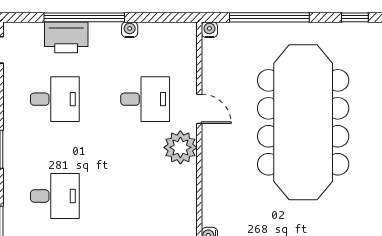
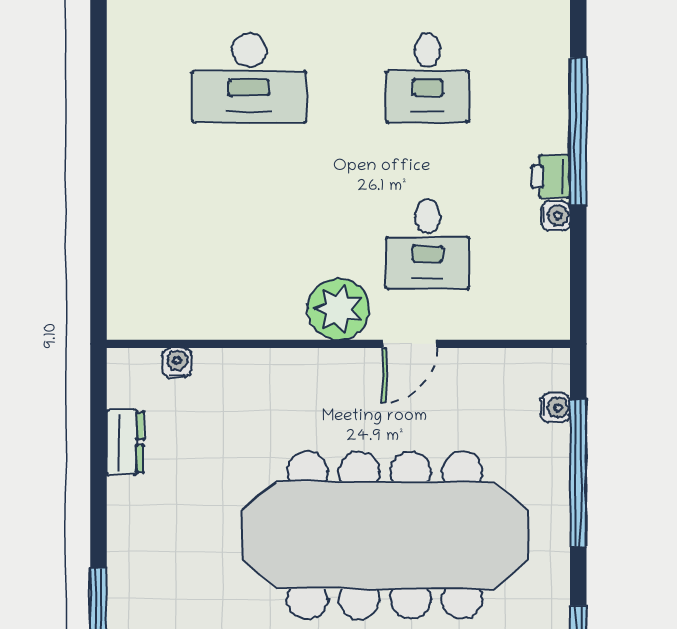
water cooler: (209, 30) -> (555, 408), moved
printer: (66, 37) -> (551, 176), moved, width x0.53, depth x0.68
desk: (55, 196) -> (249, 78), width x1.37

